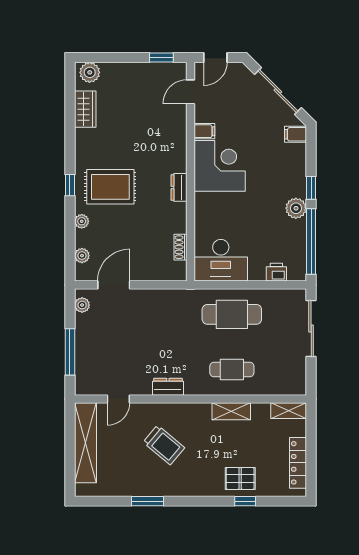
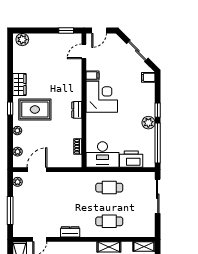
sliding door: (278, 91) -> (137, 51), width x0.73
wardrobe: (85, 109) -> (19, 85), moved
printer: (276, 272) -> (131, 159), width x1.87, depth x1.48
cafe table: (232, 314) -> (109, 188), width x0.73, depth x0.74

